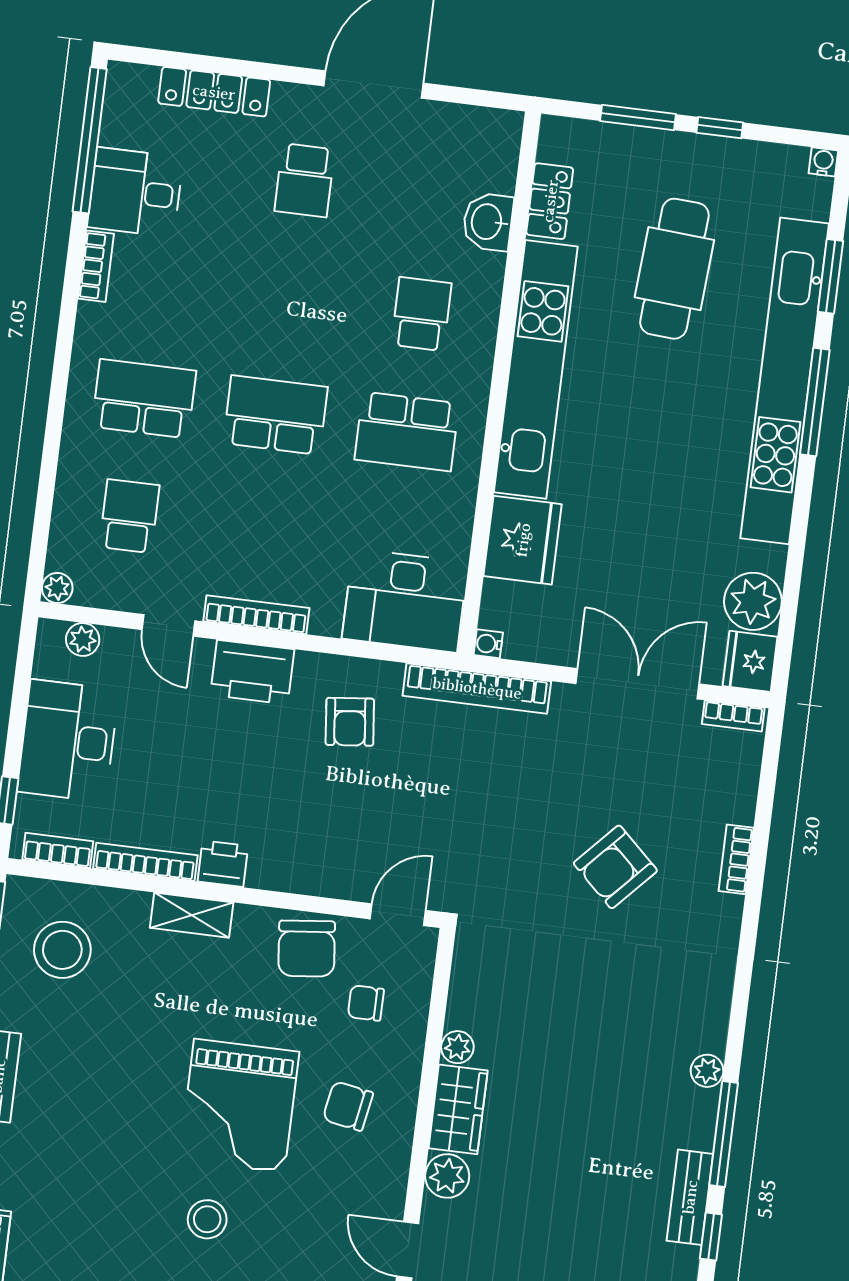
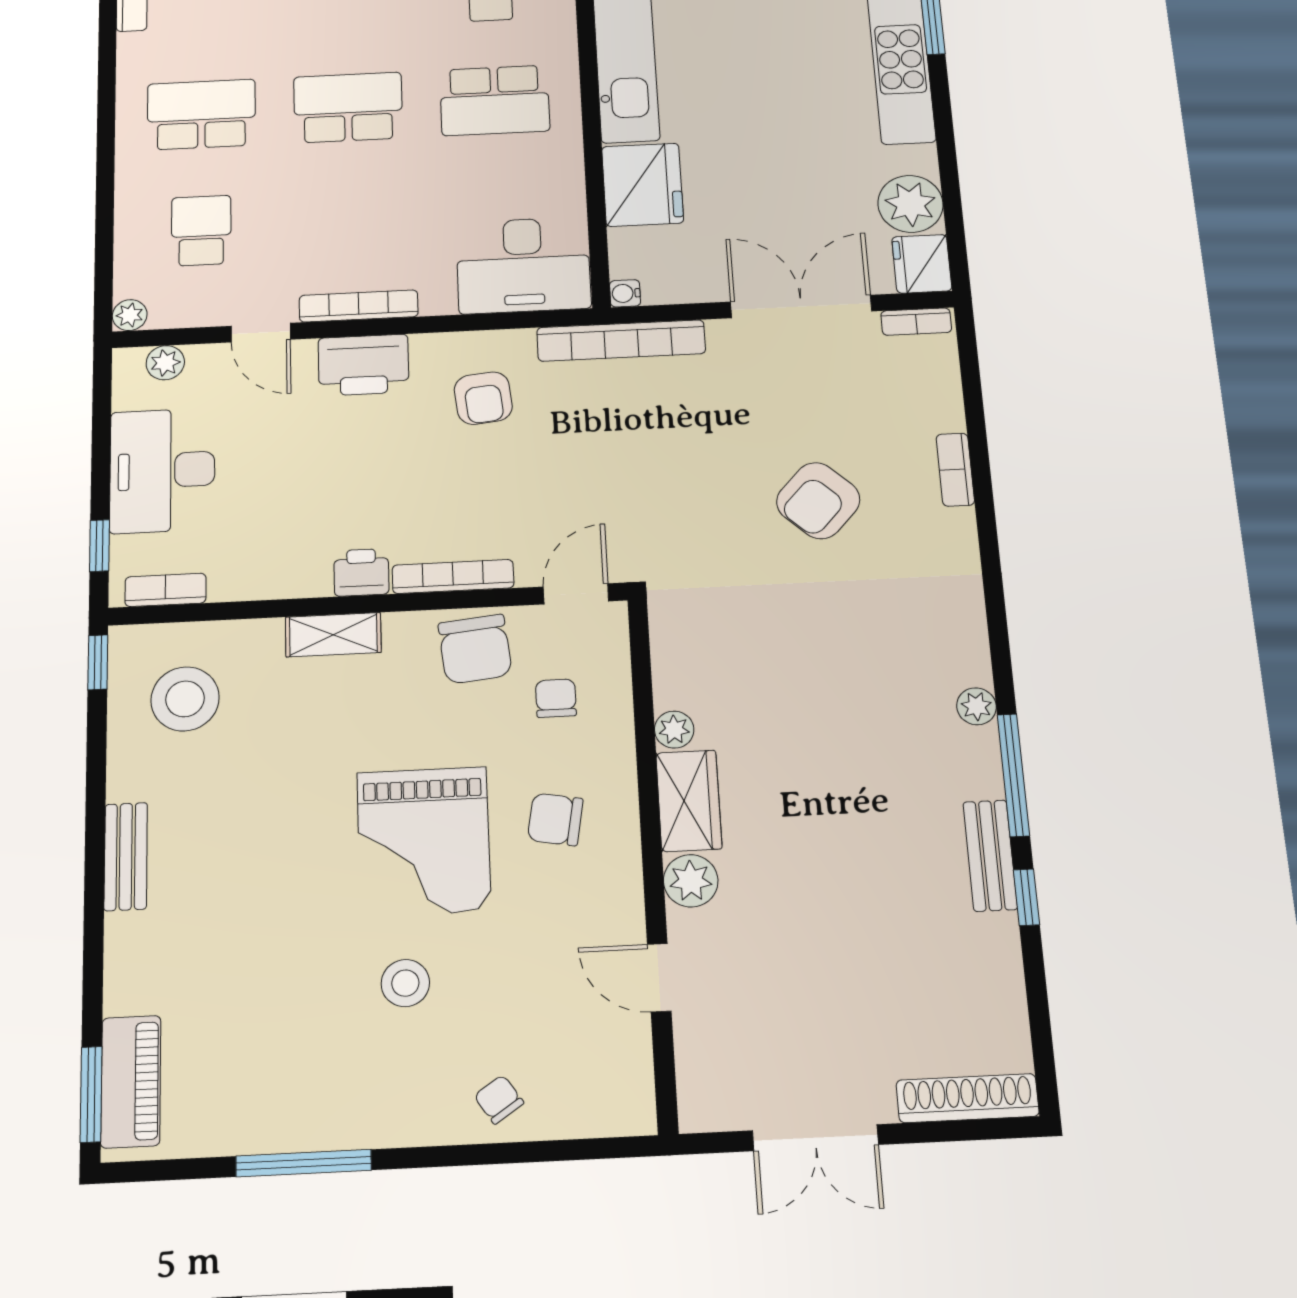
bookcase: (145, 862) -> (453, 576), moved
chair: (366, 1003) -> (556, 698), turned 90

